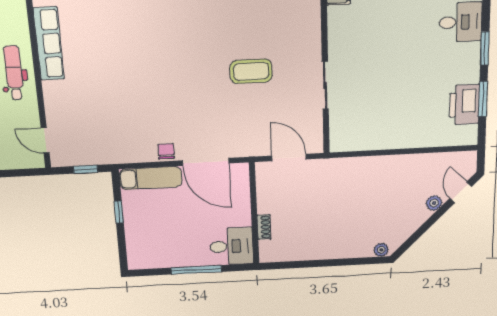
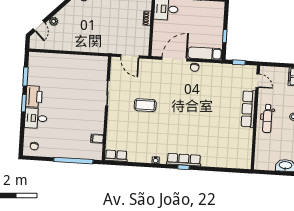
row of seats: (49, 44) -> (248, 109), moved
printer: (464, 105) -> (34, 96), moved
door: (206, 162) -> (174, 59), hinge flipped

